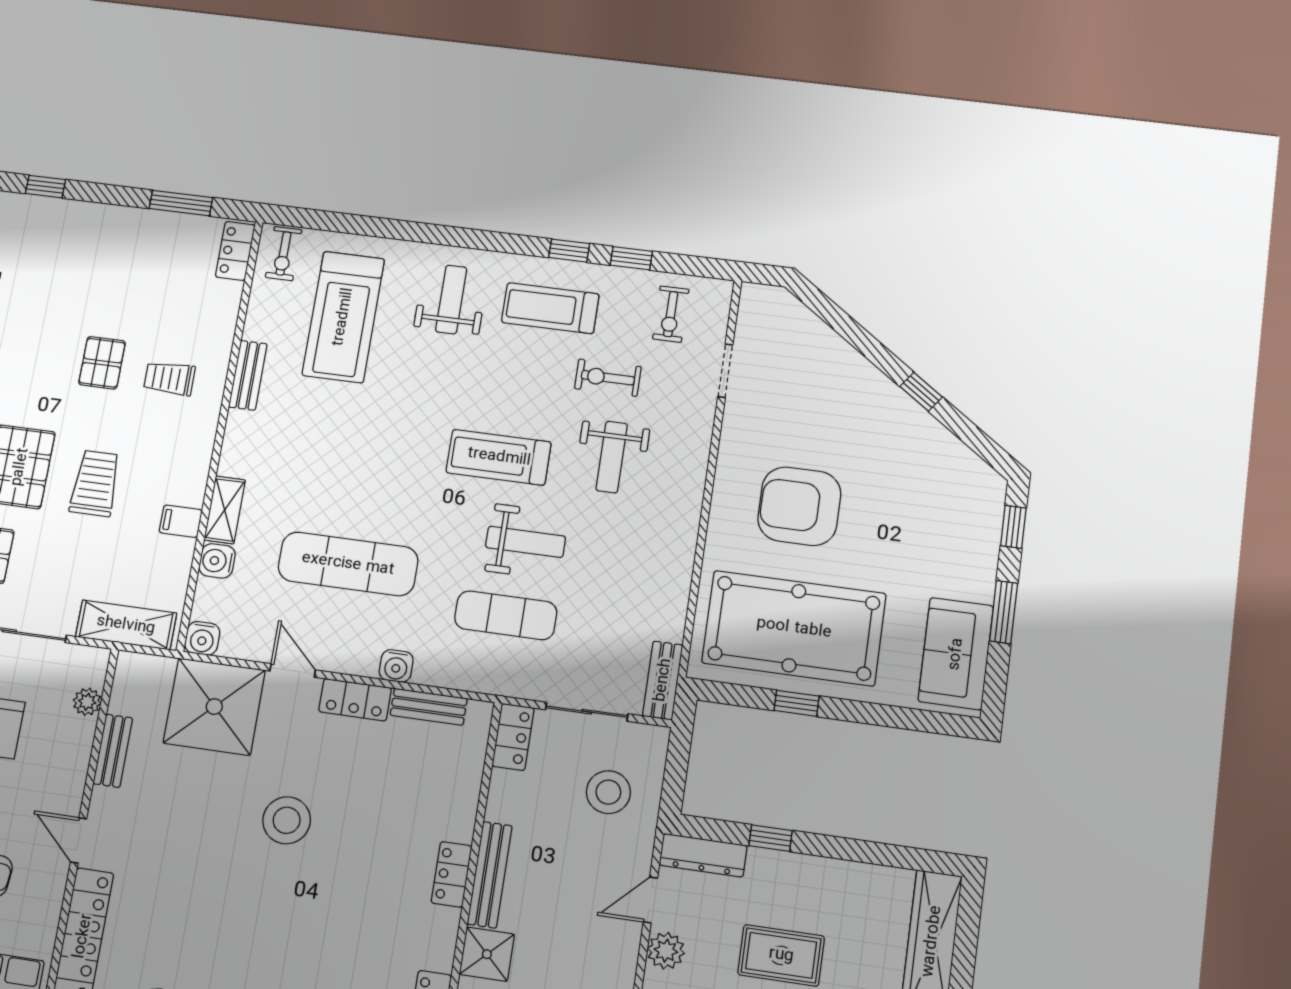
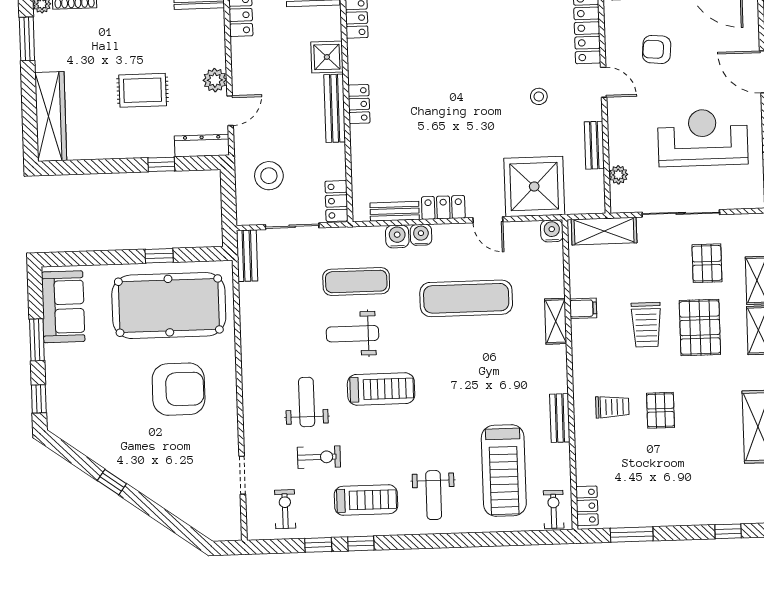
treadmill: (343, 317) -> (504, 470), turned 180
water cooler: (217, 561) -> (397, 236), moved, turned -90
stool: (287, 820) -> (539, 96), moved, width x0.53, depth x0.53

